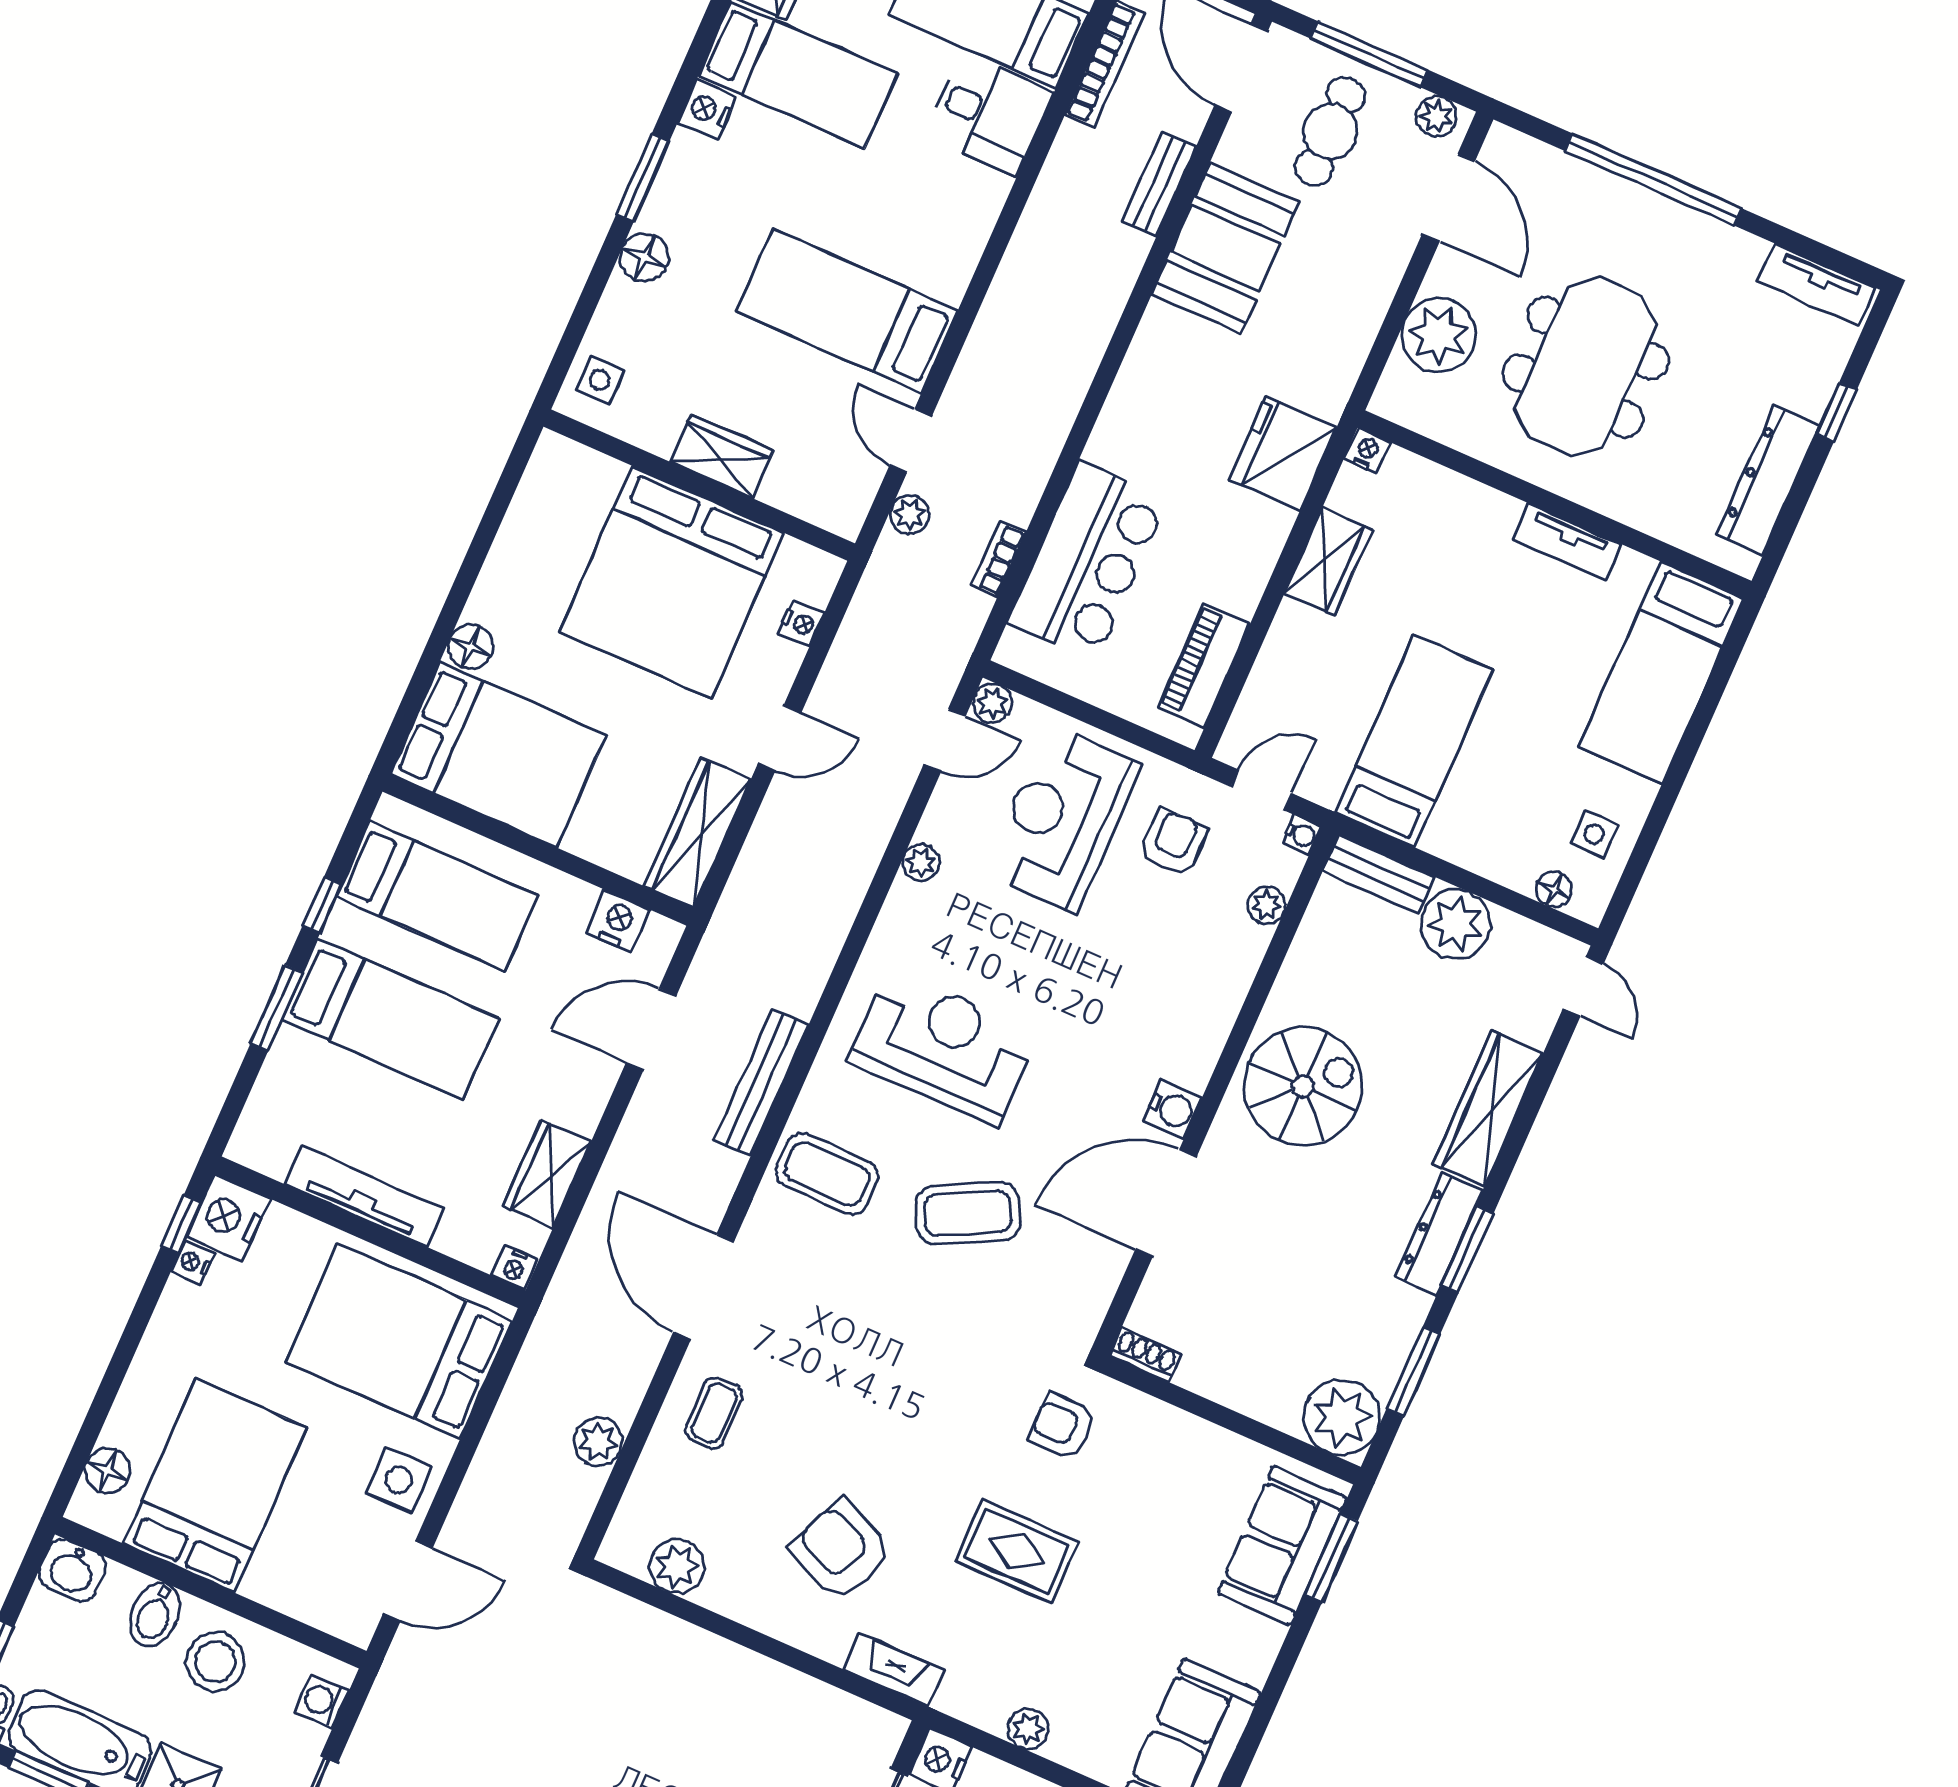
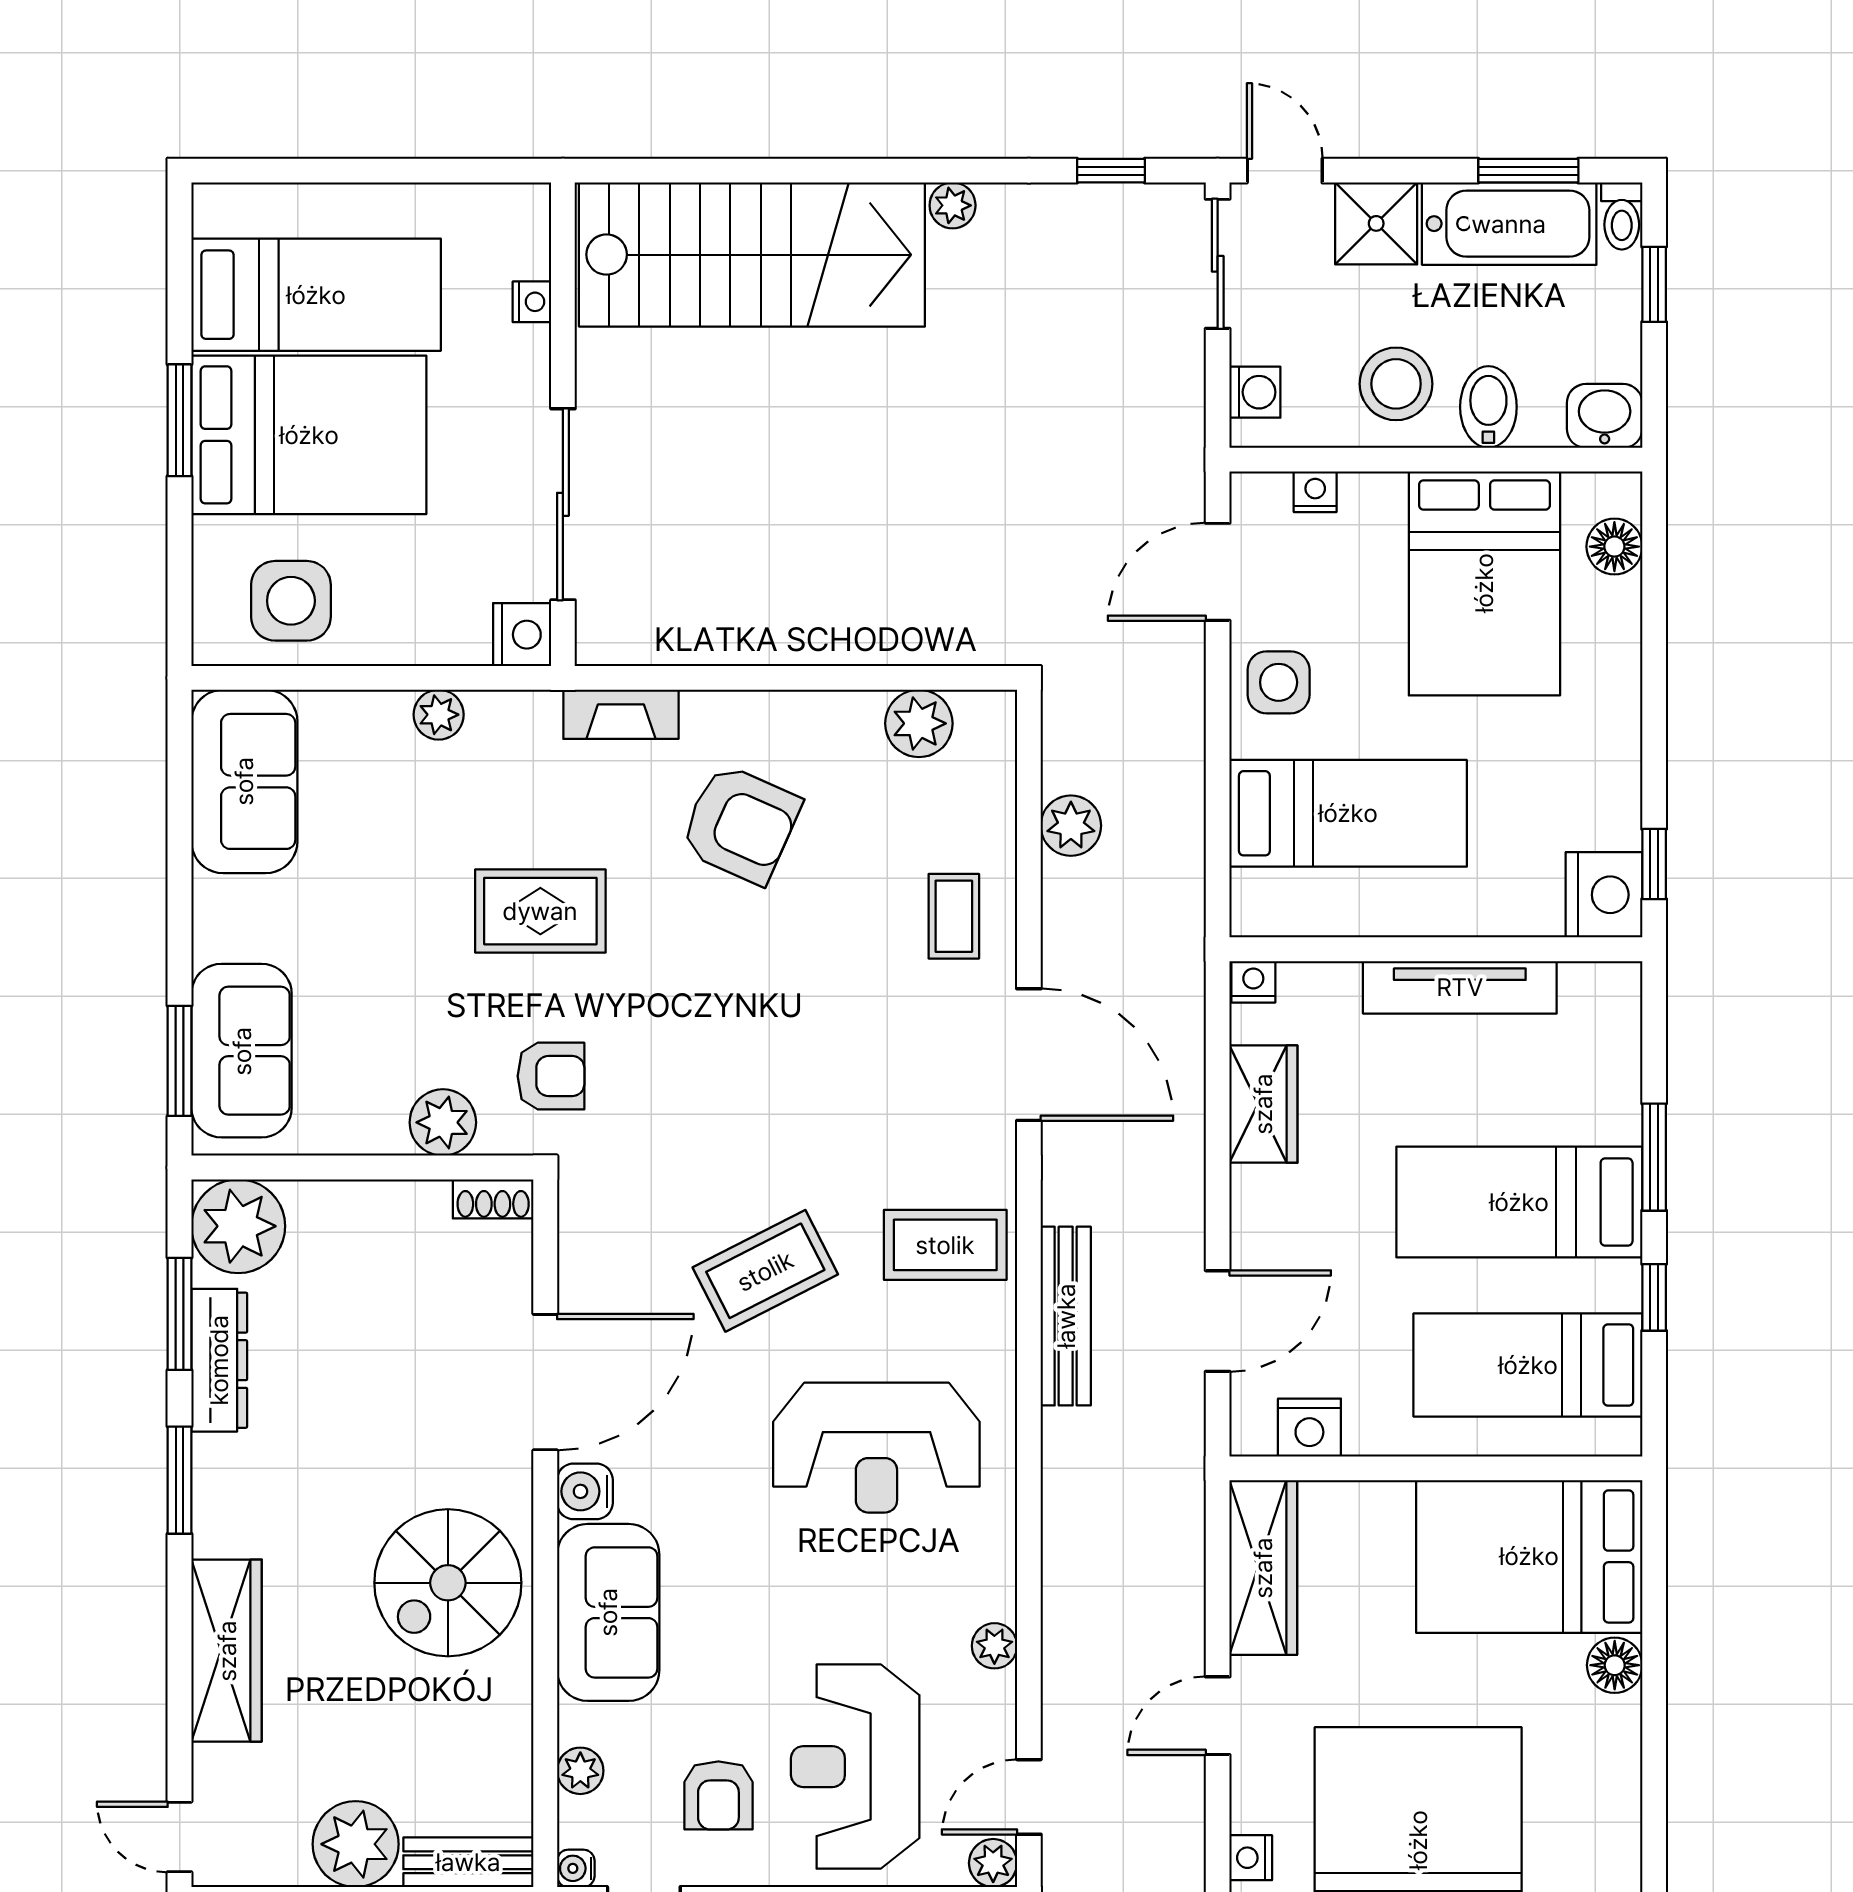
reception desk: (1063, 819) -> (855, 1767), turned 180
sofa: (1195, 1013) -> (608, 1612), added
dresser: (1439, 1234) -> (219, 1360), moved
nightstand: (193, 1263) -> (1315, 492), moved, turned -90
bed: (399, 1341) -> (1348, 813), width x0.67
plant: (1157, 1427) -> (443, 1122), added

